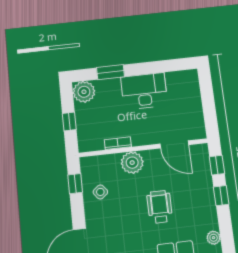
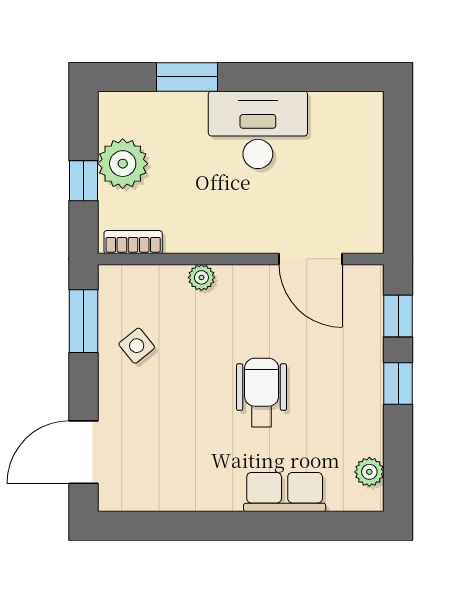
plant: (84, 92) -> (123, 164), moved
bookcase: (118, 143) -> (133, 242), moved
plant: (132, 163) -> (201, 277), width x0.53, depth x0.53
window: (75, 184) -> (84, 321), width x1.50

